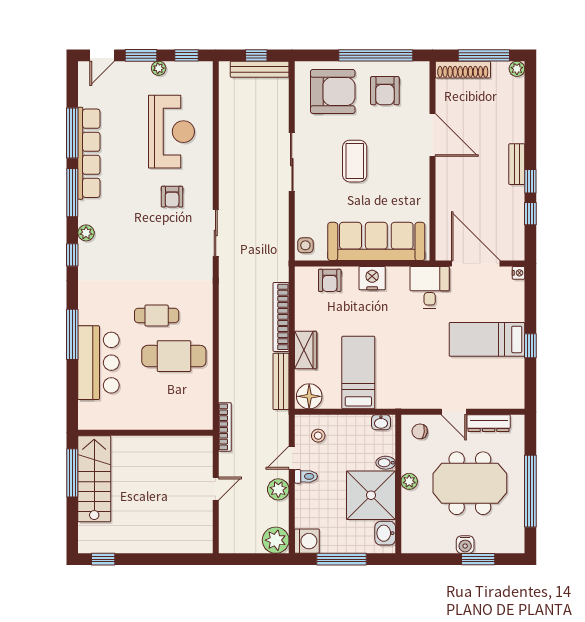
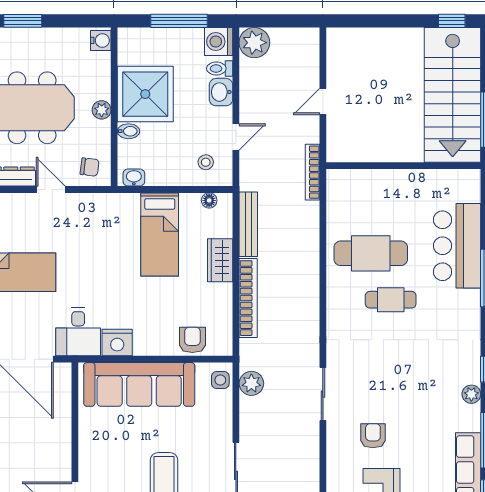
nightstand: (372, 278) -> (117, 342), moved
floor lamp: (309, 396) -> (209, 200), width x0.53, depth x0.53
toilet: (306, 476) -> (220, 69), moved
stairs: (94, 479) -> (453, 95), width x1.36, depth x1.51
plant: (278, 489) -> (251, 383), moved
washbasin: (385, 533) -> (221, 92), moved, turned 180
water cooler: (465, 545) -> (101, 40), moved, turned 90

